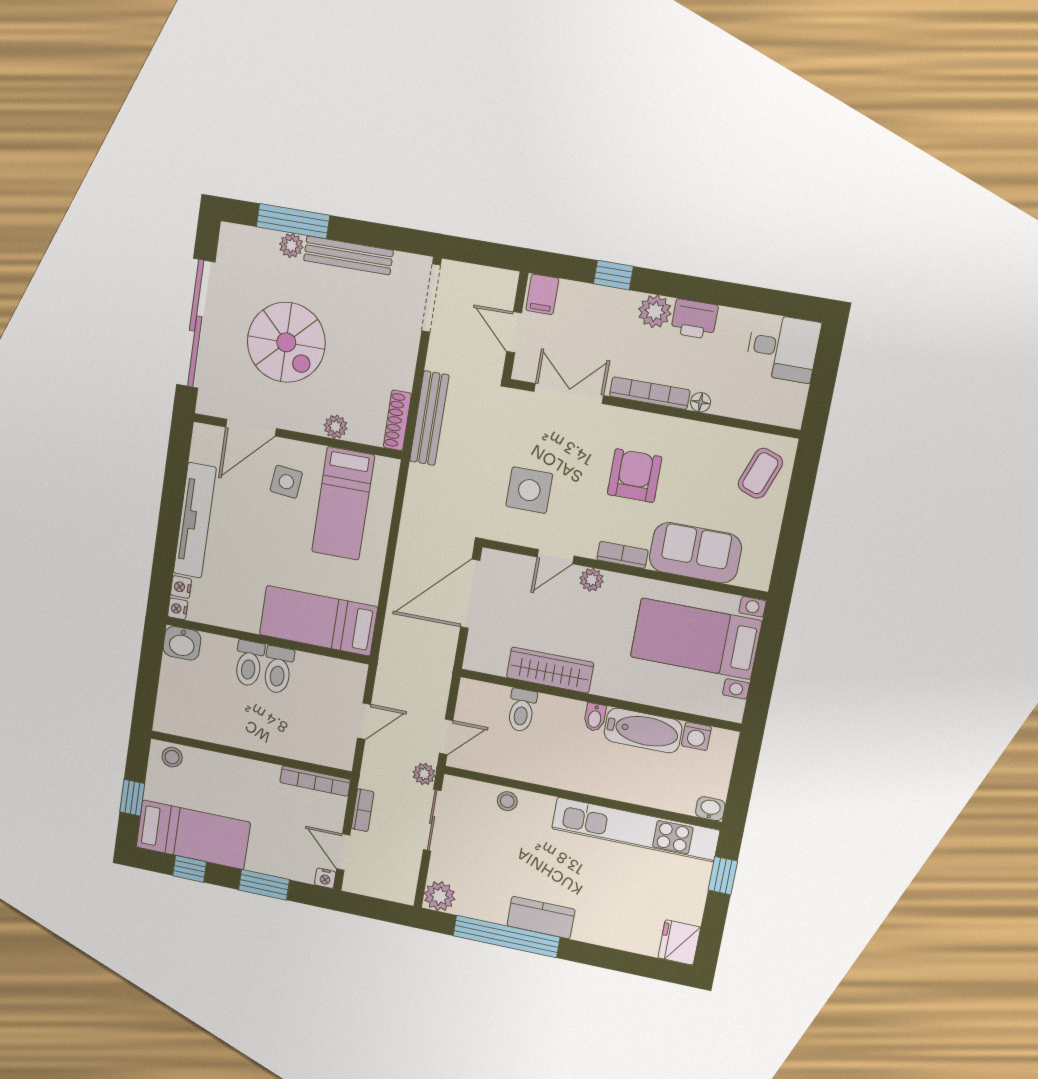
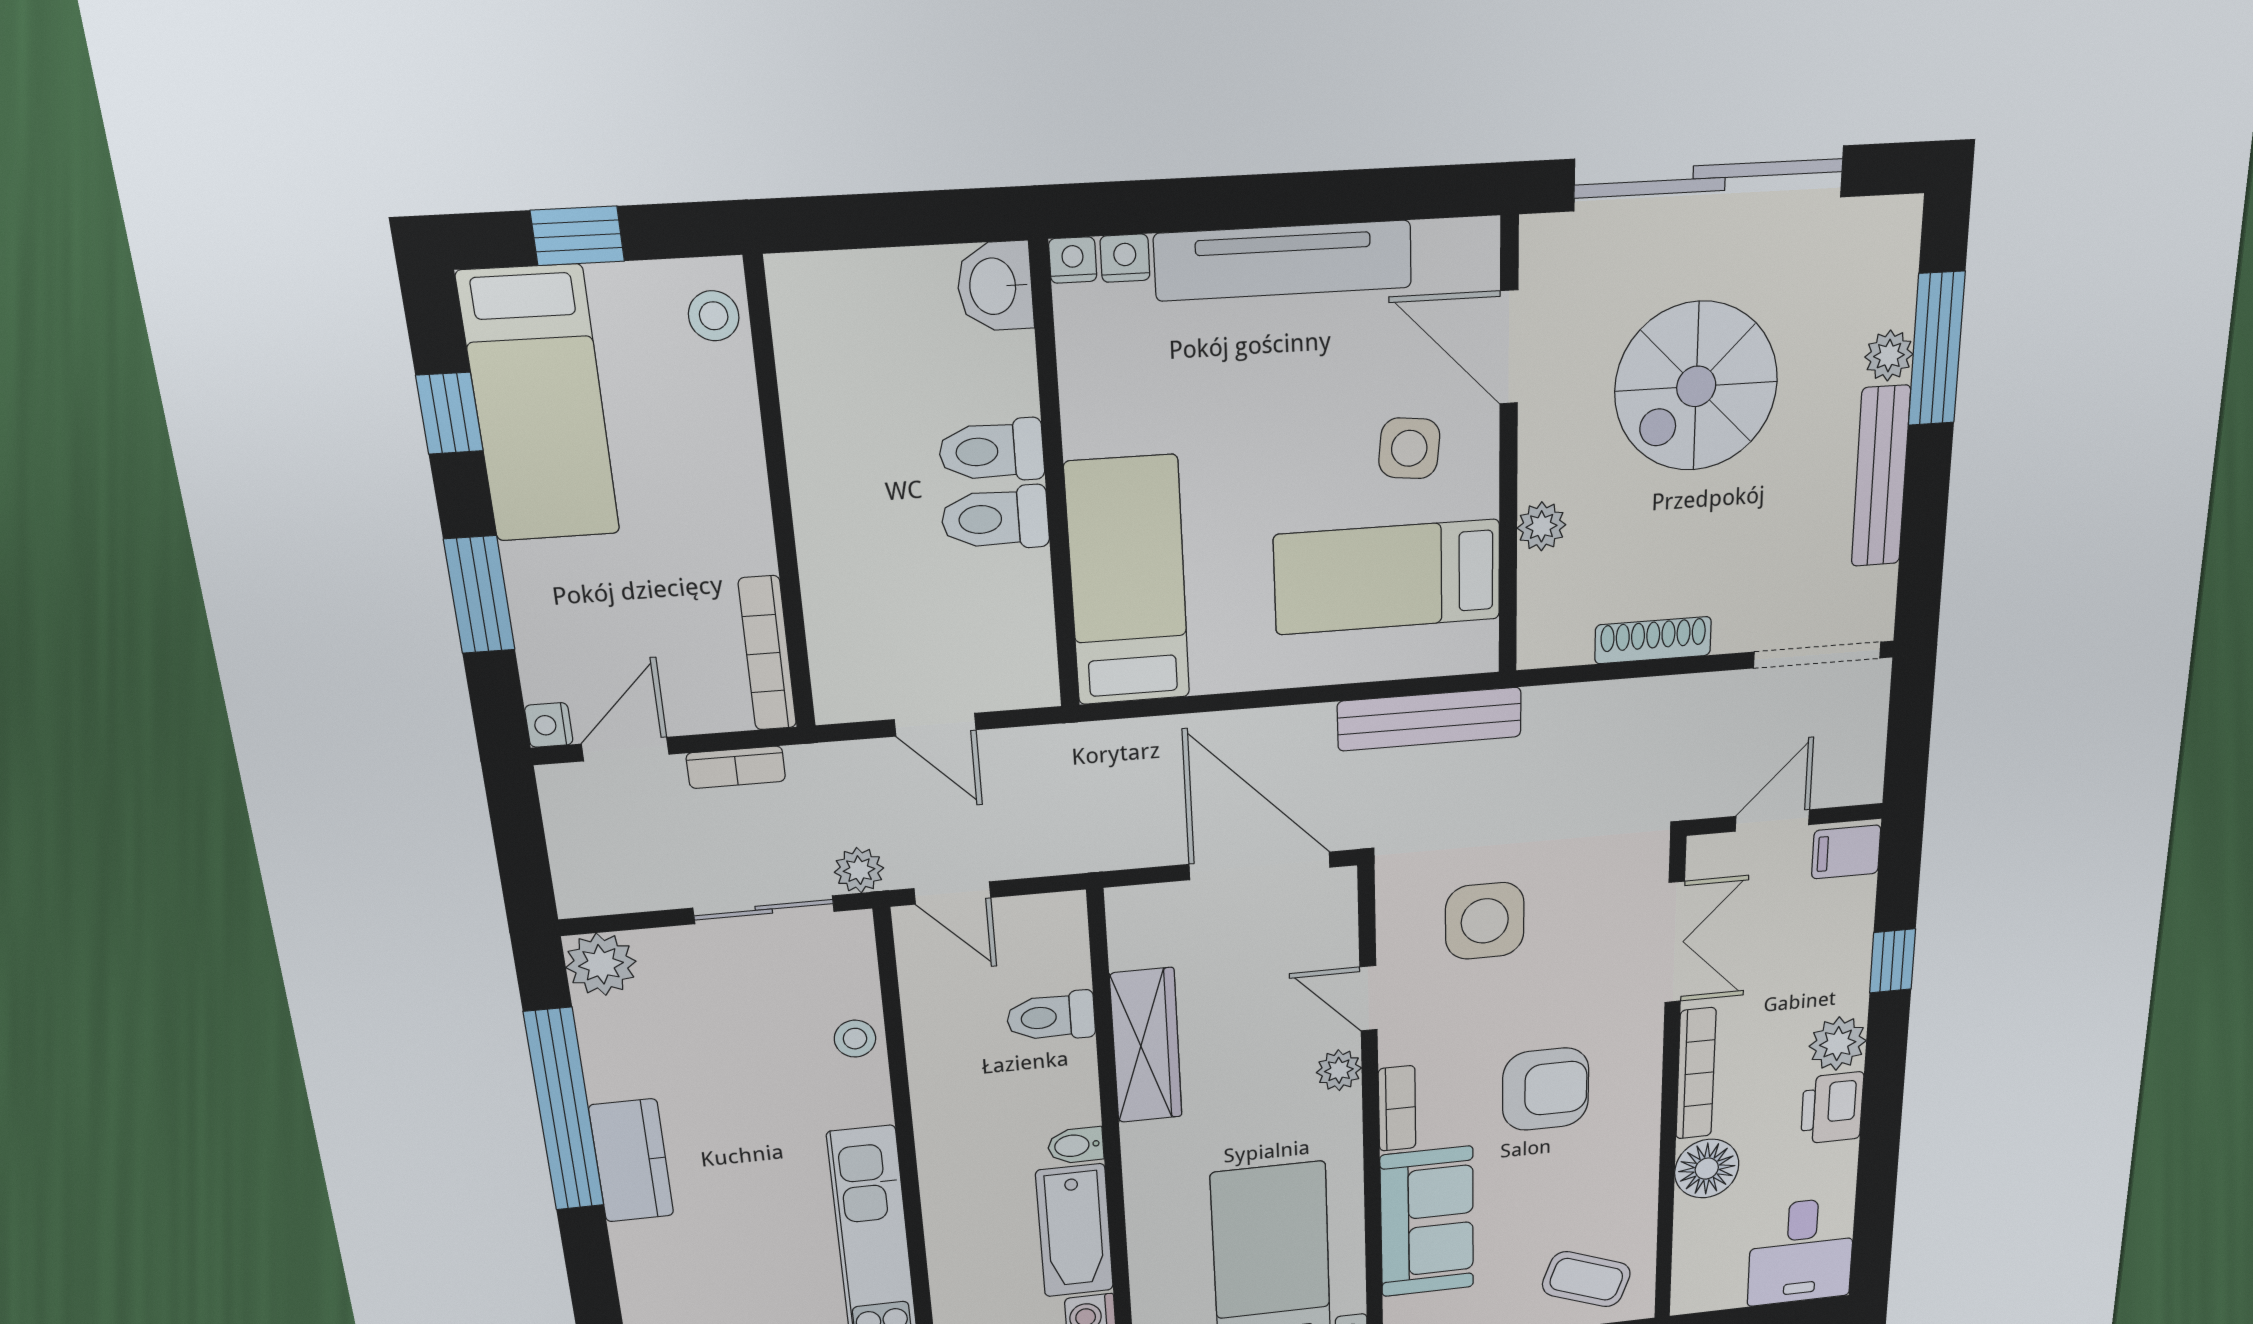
floor lamp: (701, 402) -> (1707, 1169), width x1.89, depth x1.89
bench: (429, 418) -> (1430, 719), moved
shoe rack: (397, 420) -> (1653, 640), moved

